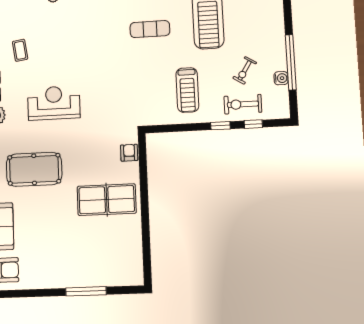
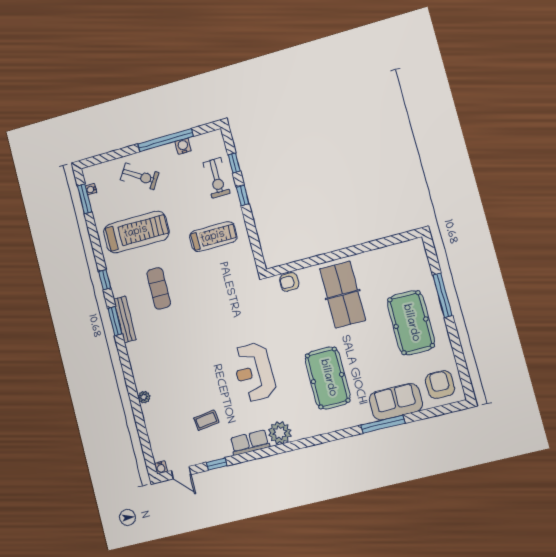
exercise bike: (245, 70) -> (140, 176), moved, width x1.38, depth x1.39
pool table: (67, 257) -> (411, 323), added

